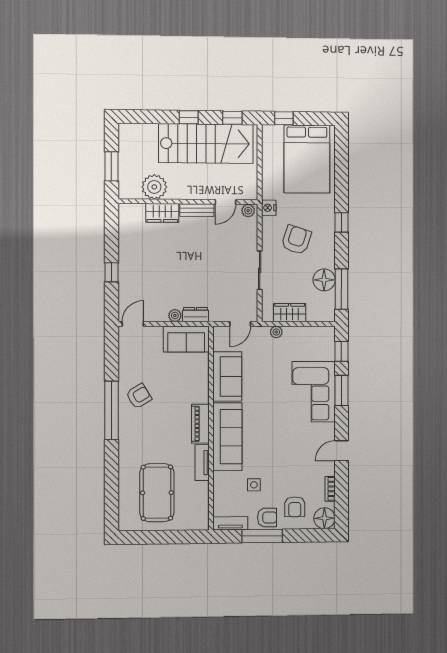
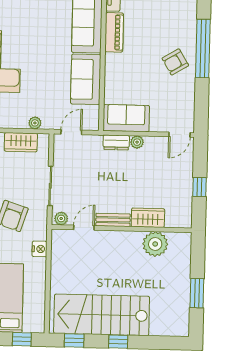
plant: (154, 187) -> (155, 244), moved
wall: (188, 202) -> (122, 229), moved
door: (225, 202) -> (84, 228), moved
bench: (197, 210) -> (113, 220), moved
plant: (248, 211) -> (61, 218), moved
wardrobe: (162, 213) -> (148, 218), moved

